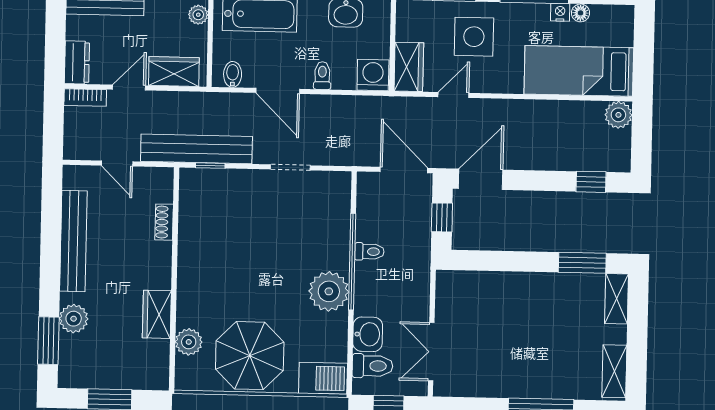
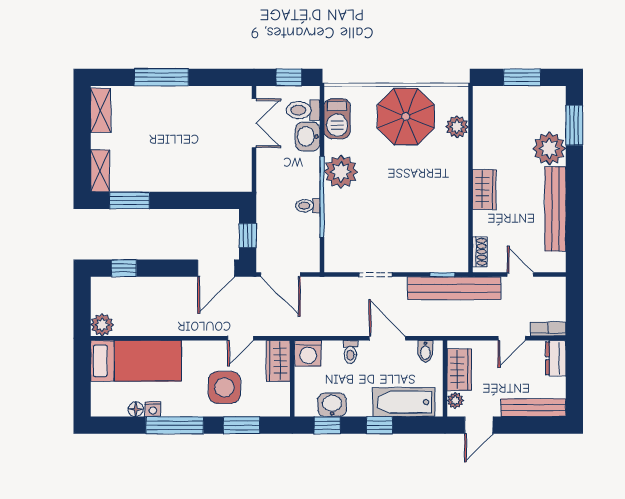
wardrobe: (174, 72) -> (459, 370), moved, turned -90
shoe rack: (164, 222) -> (480, 252), moved
wardrobe: (157, 314) -> (484, 190), moved
plant: (74, 319) -> (549, 148), width x1.36, depth x1.36
barbecue: (323, 378) -> (337, 119), moved, turned -90

